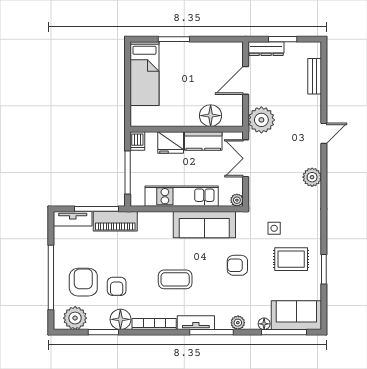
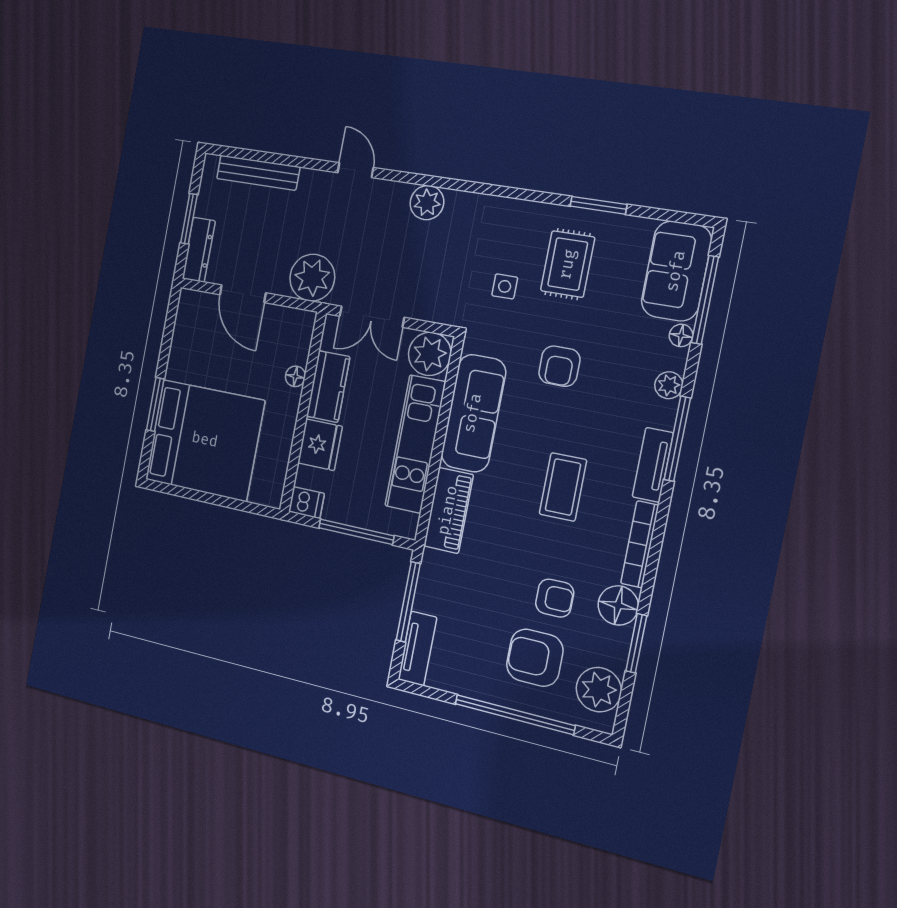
bed: (144, 74) -> (205, 440), width x2.04
bench: (315, 76) -> (258, 173), width x1.36
floor lamp: (211, 116) -> (295, 376), width x0.53, depth x0.53
plant: (237, 200) -> (430, 354), width x1.88, depth x1.88
piano: (115, 221) -> (448, 510), moved

